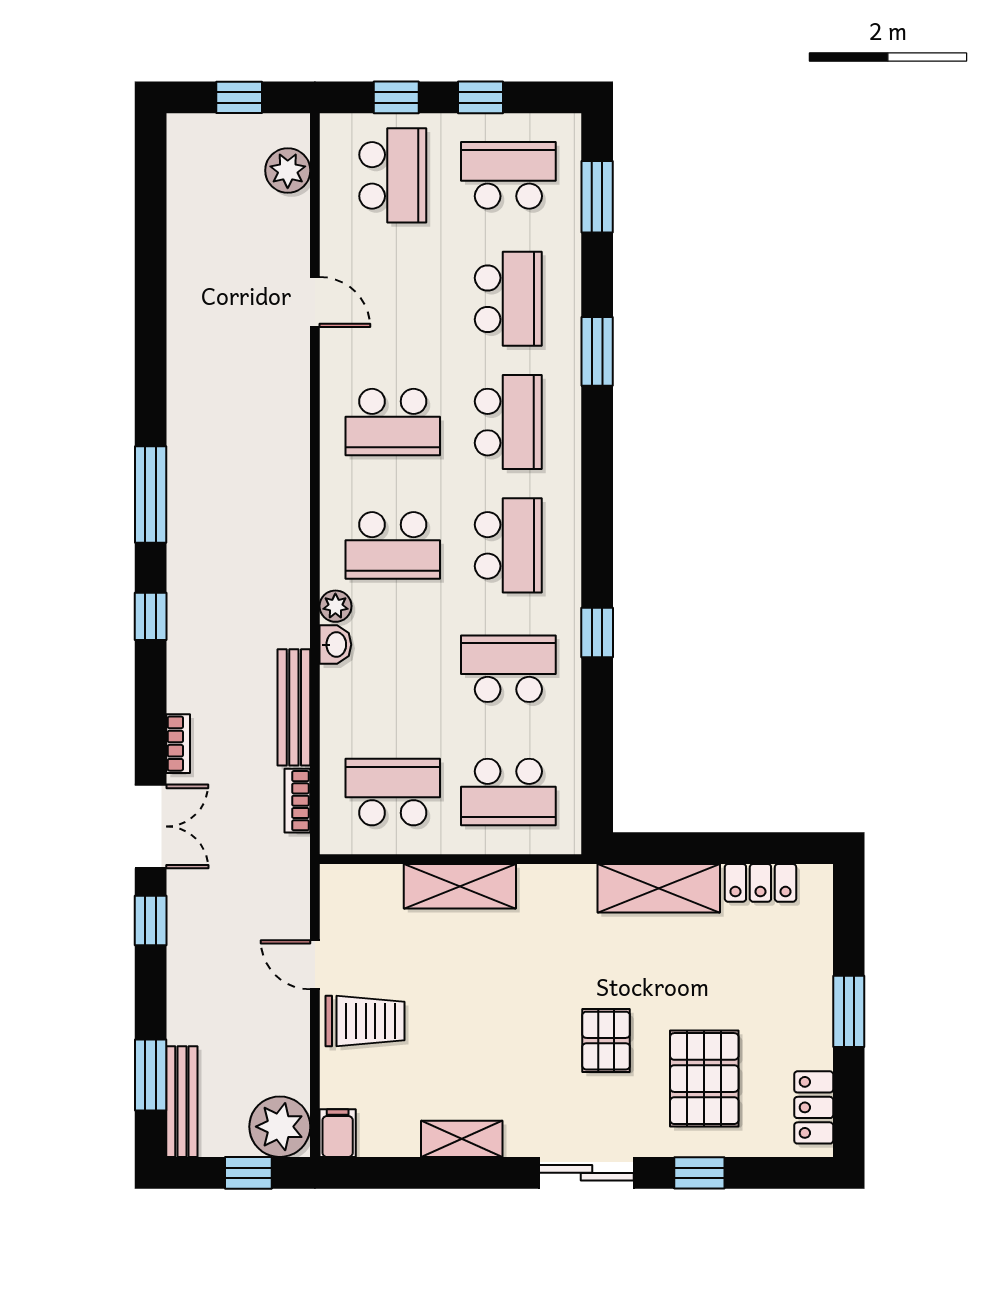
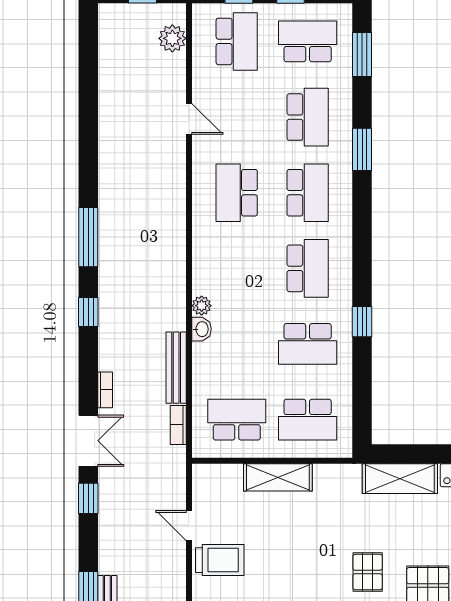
school desk: (393, 422) -> (237, 193), turned 90
school desk: (393, 545) -> (237, 268), removed
school desk: (508, 669) -> (308, 344), turned 180

